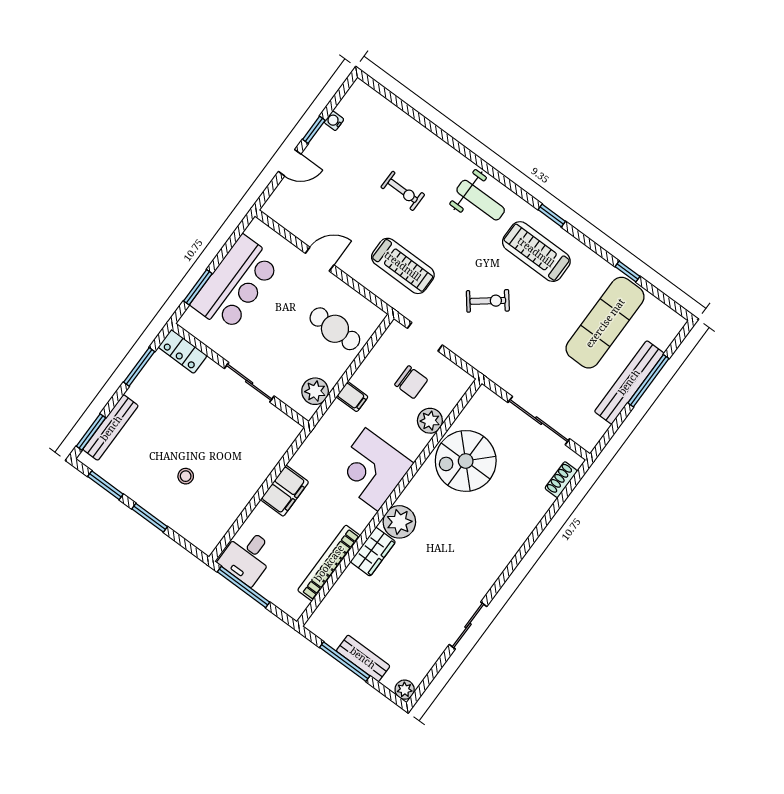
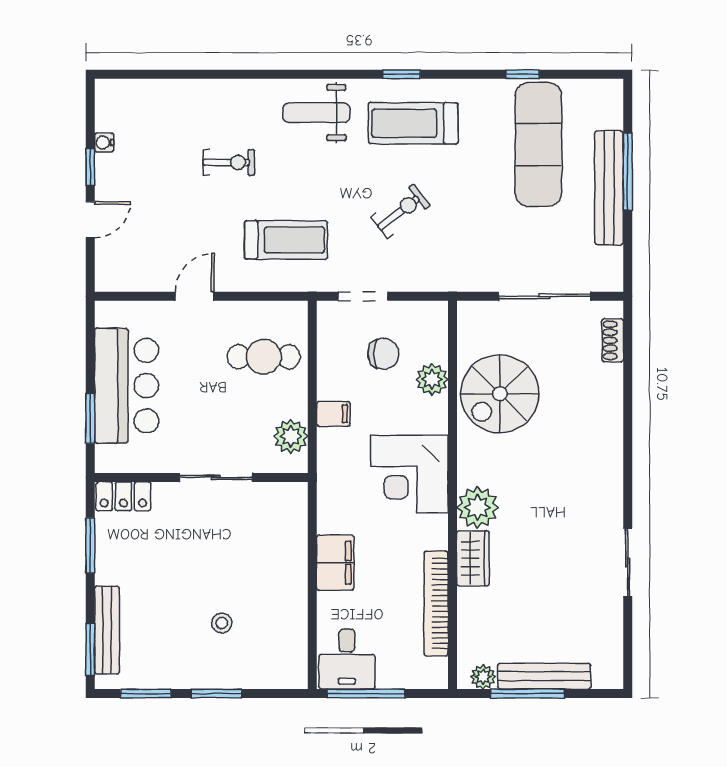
weight bench: (481, 200) -> (316, 113), turned 180
bench: (363, 658) -> (544, 676), width x1.36
plant: (405, 690) -> (483, 677), moved

